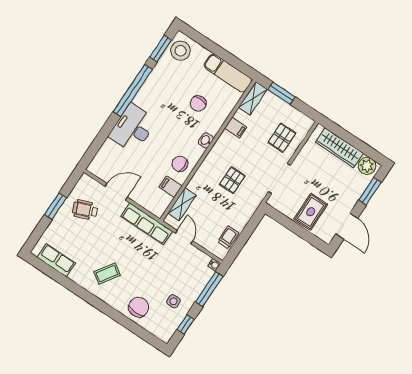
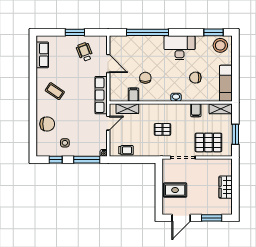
window: (133, 90) -> (147, 32), moved
window: (281, 93) -> (235, 134), moved
desk: (133, 128) -> (180, 48), moved
pallet: (282, 138) -> (208, 142), width x1.50, depth x1.42
wardrobe: (339, 148) -> (226, 187), width x0.67
chair: (180, 164) -> (145, 78), moved
plant: (367, 166) -> (226, 206), removed

